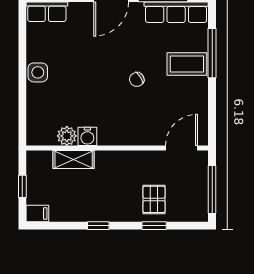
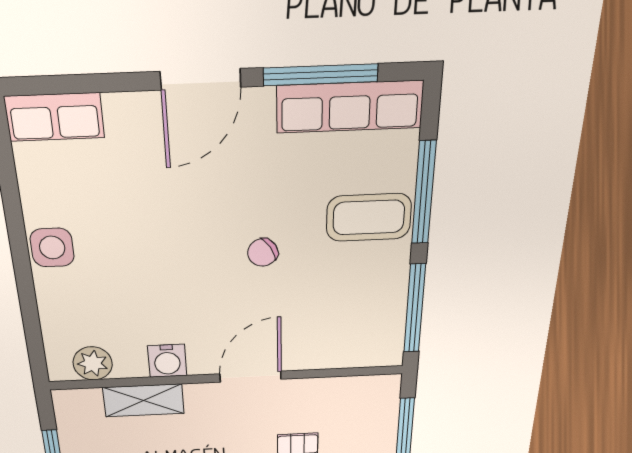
window: (212, 113) -> (415, 309), added
plant: (67, 136) -> (93, 363), moved
door: (181, 148) -> (251, 377), moved

